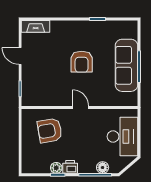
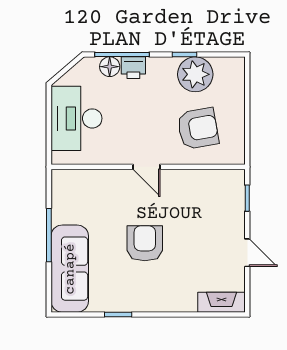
sofa: (127, 65) -> (70, 269), moved
printer: (70, 167) -> (133, 68), moved
plant: (56, 168) -> (195, 74), width x1.88, depth x1.88

